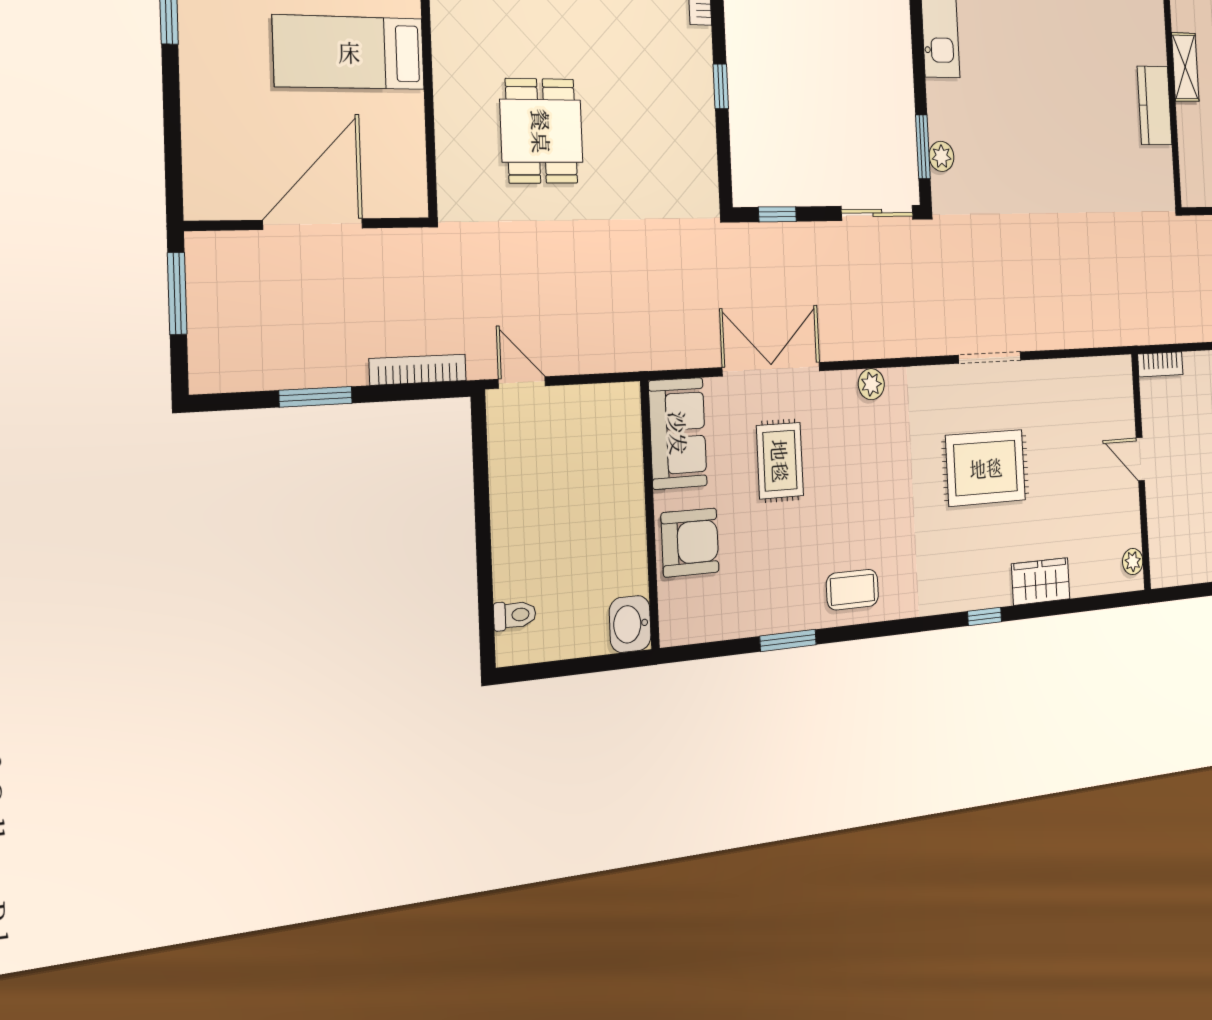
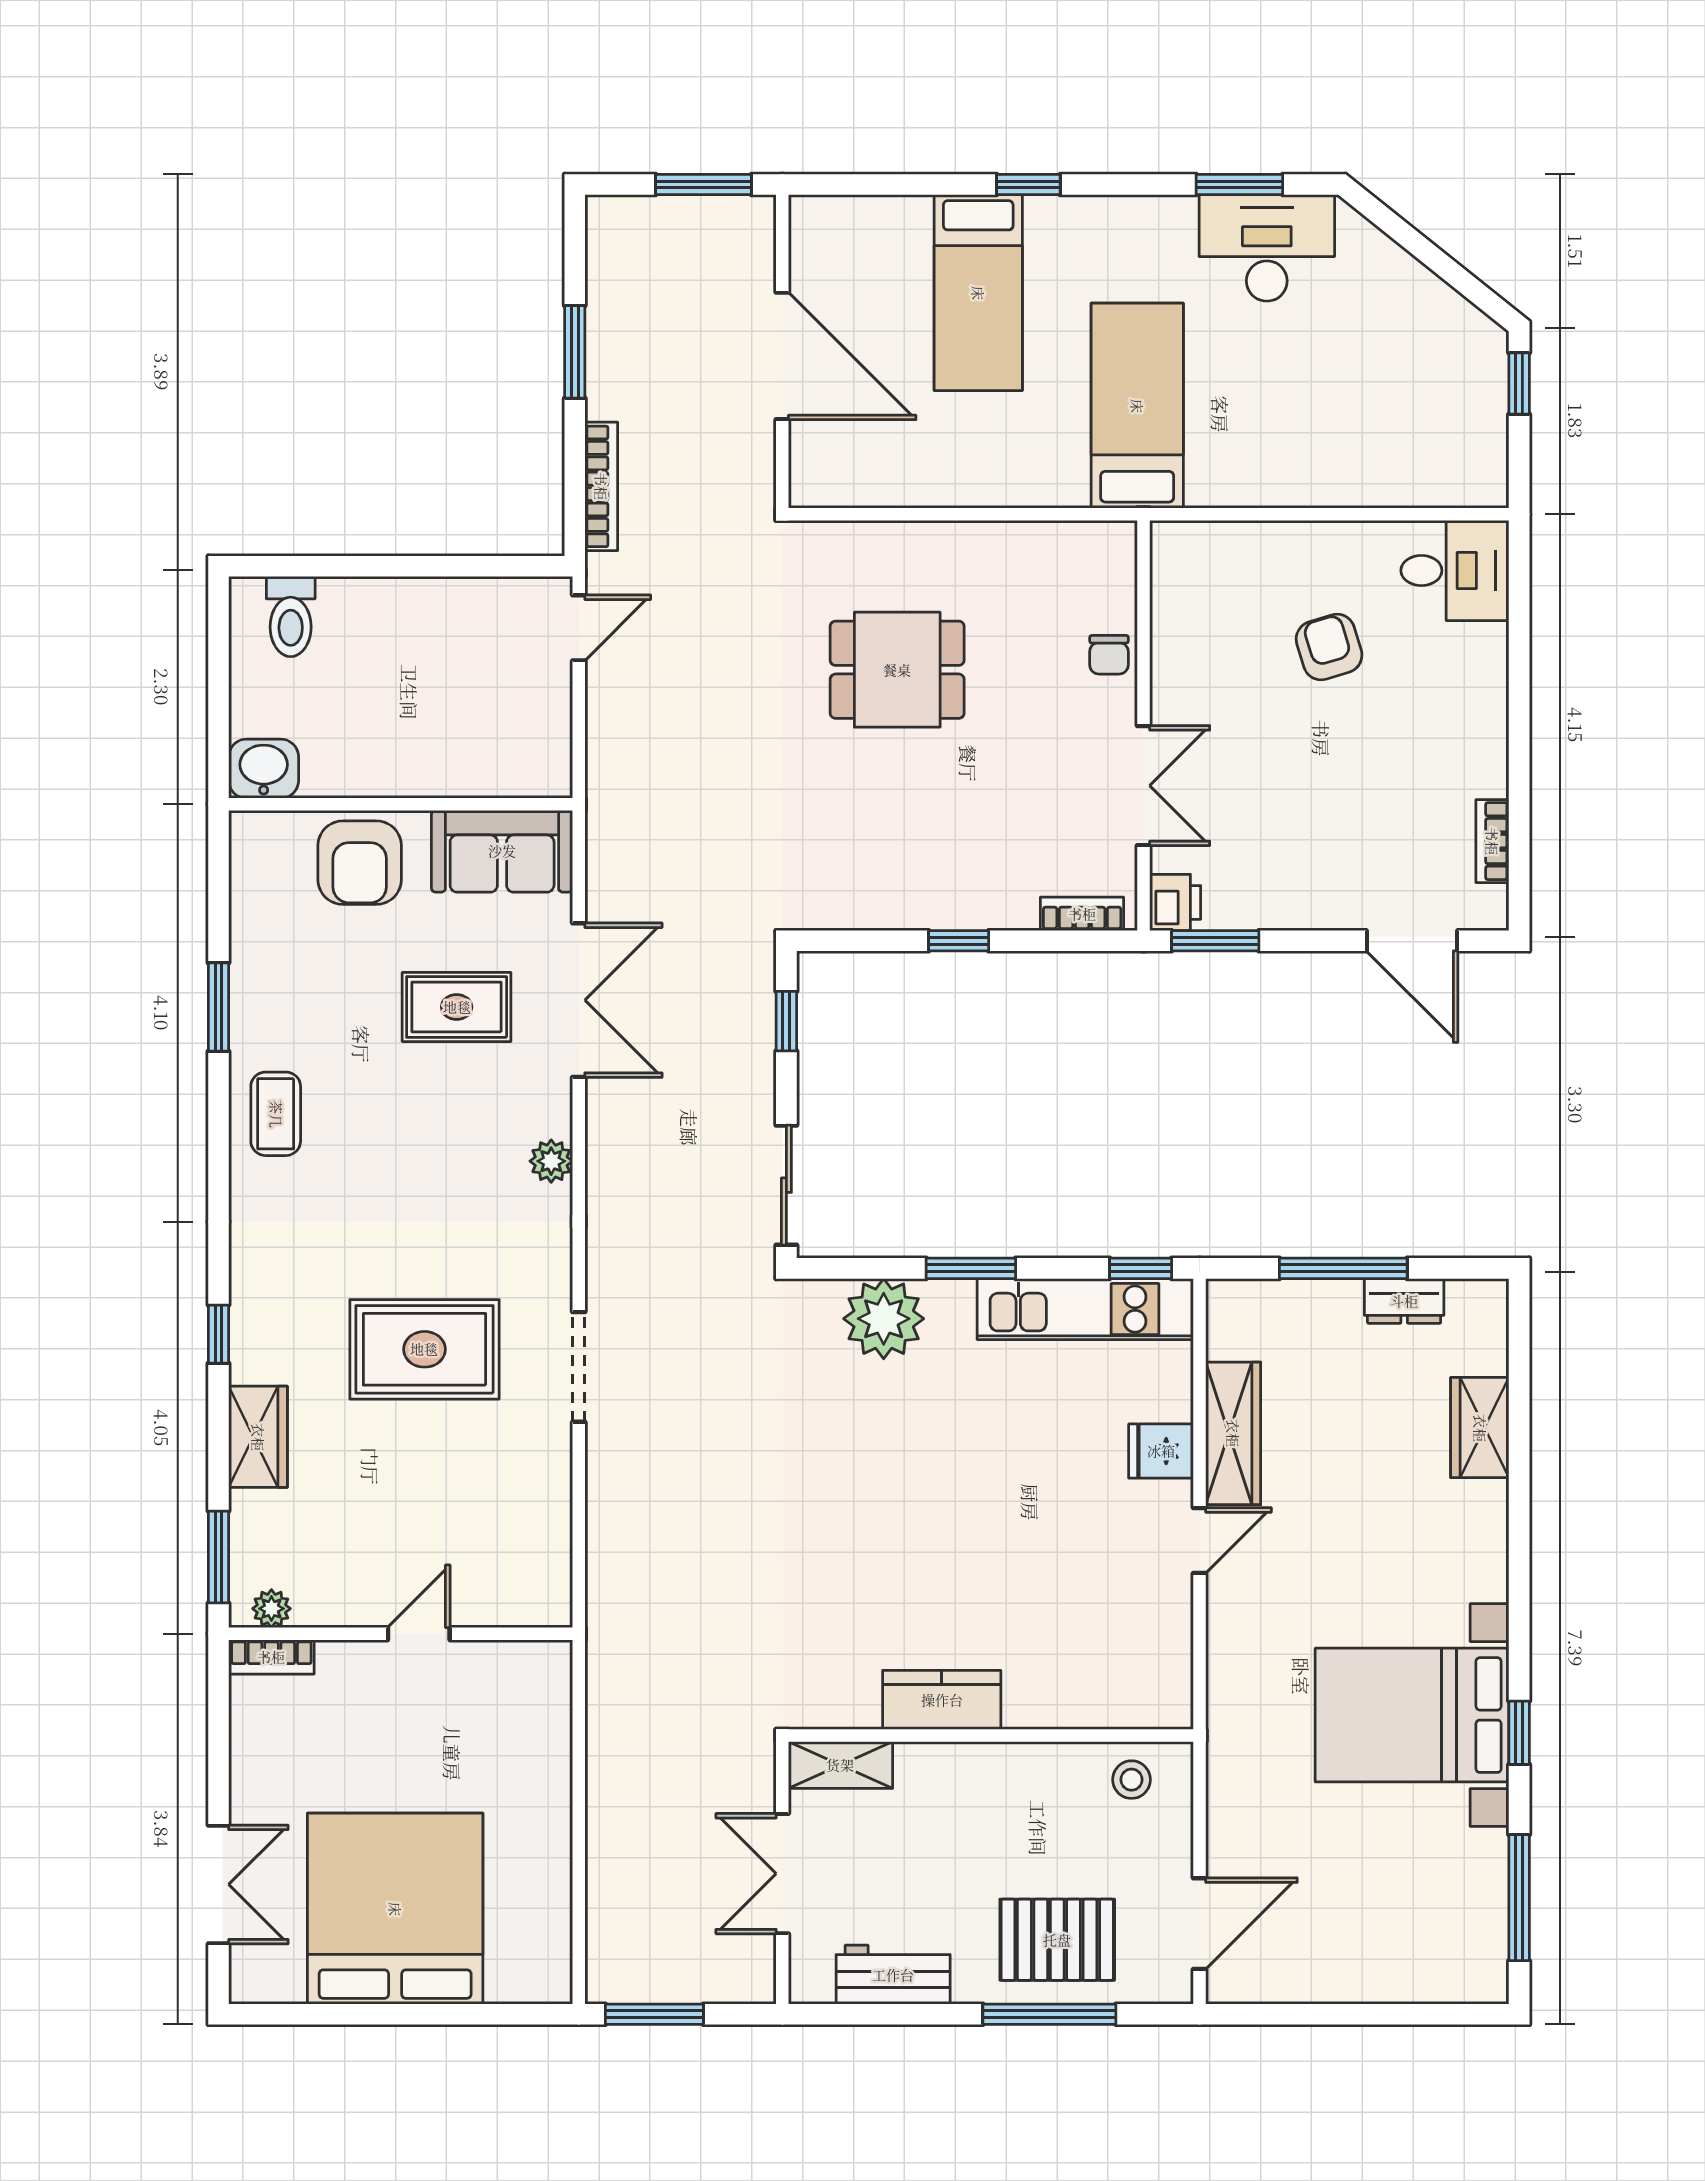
bed: (349, 52) -> (978, 293), moved, turned 180
shelving: (1185, 67) -> (840, 1765), moved
window: (923, 147) -> (971, 1268), moved
plant: (941, 156) -> (884, 1319), width x1.88, depth x1.88
bookcase: (1160, 364) -> (271, 1657), moved, turned -90
rug: (986, 468) -> (424, 1349), turned 90
window: (1107, 601) -> (219, 1557), added
toilet: (515, 615) -> (291, 617), width x1.37, depth x1.39

